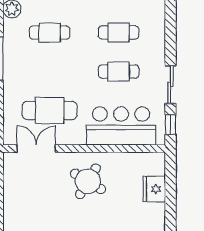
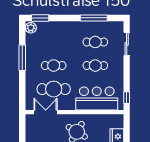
cafe table: (50, 33) -> (54, 66), moved
sliding door: (170, 84) -> (127, 44), moved

